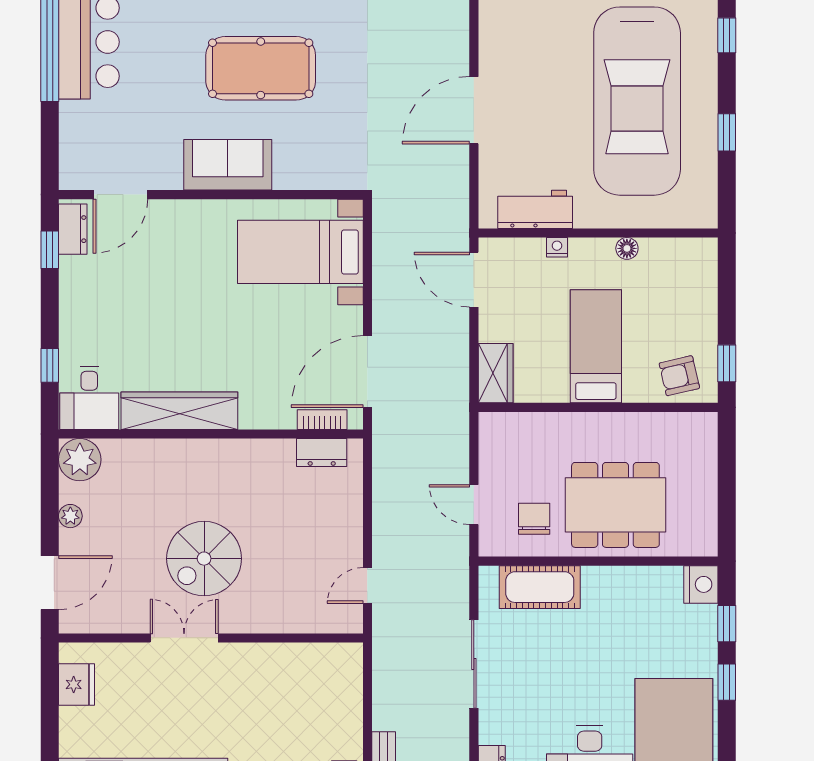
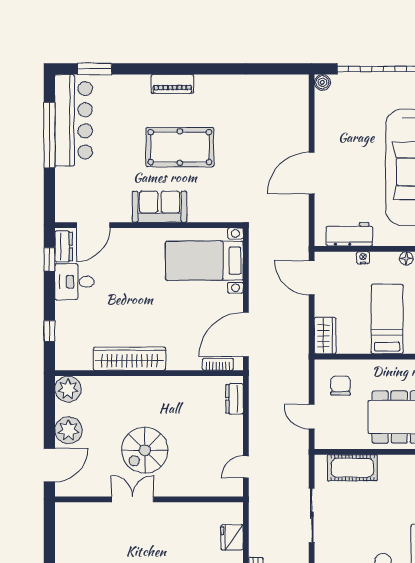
desk: (89, 398) -> (75, 282), moved, turned 90
dresser: (322, 453) -> (234, 399), moved, turned 90
plant: (70, 516) -> (69, 430), width x1.88, depth x1.88
chair: (534, 519) -> (340, 386), moved
fridge: (76, 684) -> (232, 537), moved, turned 180

